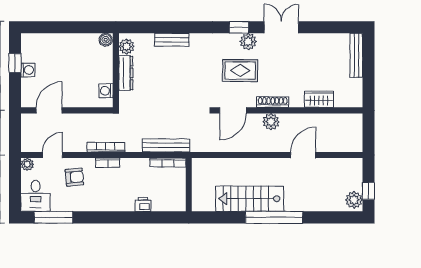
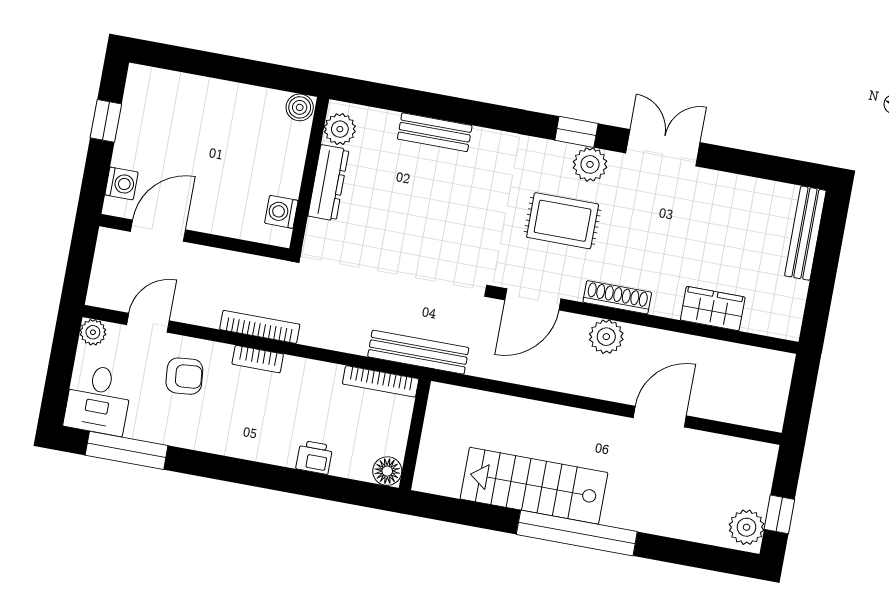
washing machine: (28, 70) -> (121, 183), moved
bench: (166, 145) -> (418, 352), moved
floor lamp: (179, 205) -> (387, 471), added

